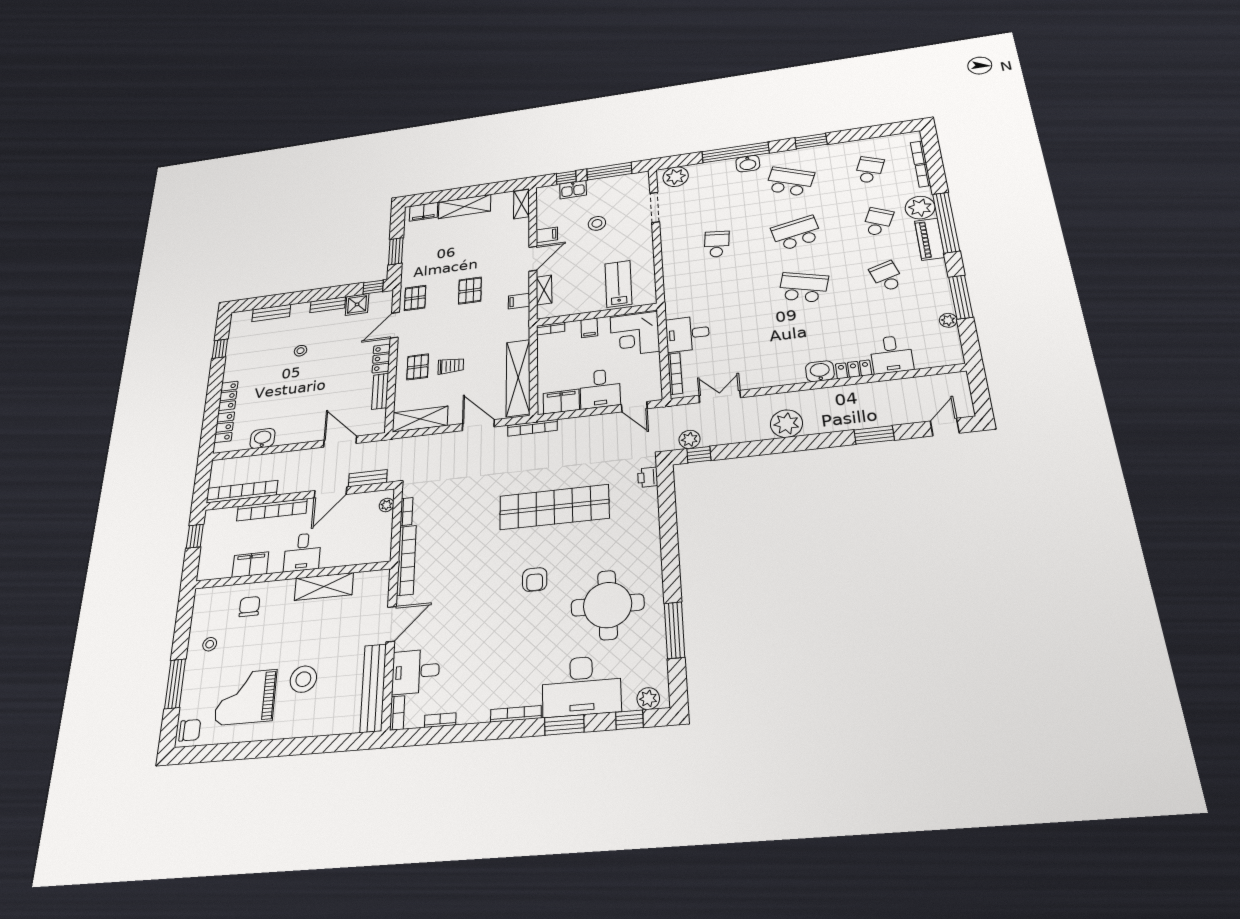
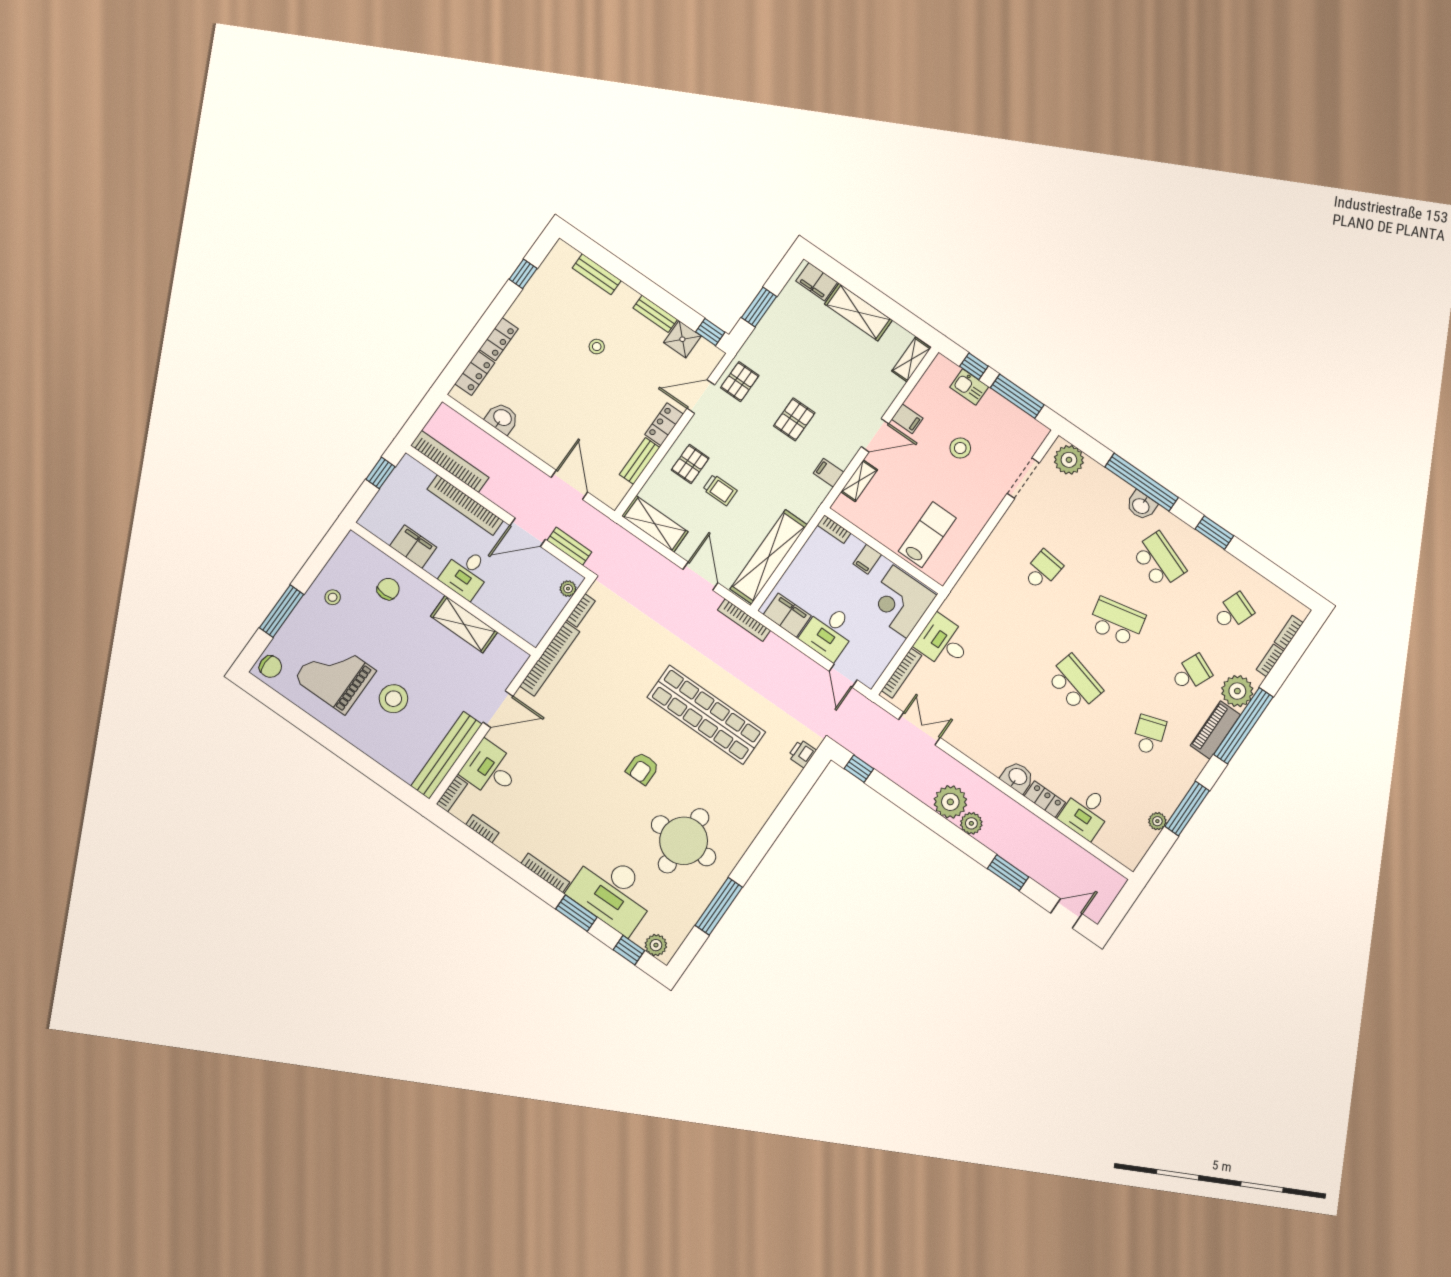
plant: (690, 439) -> (971, 823), moved

